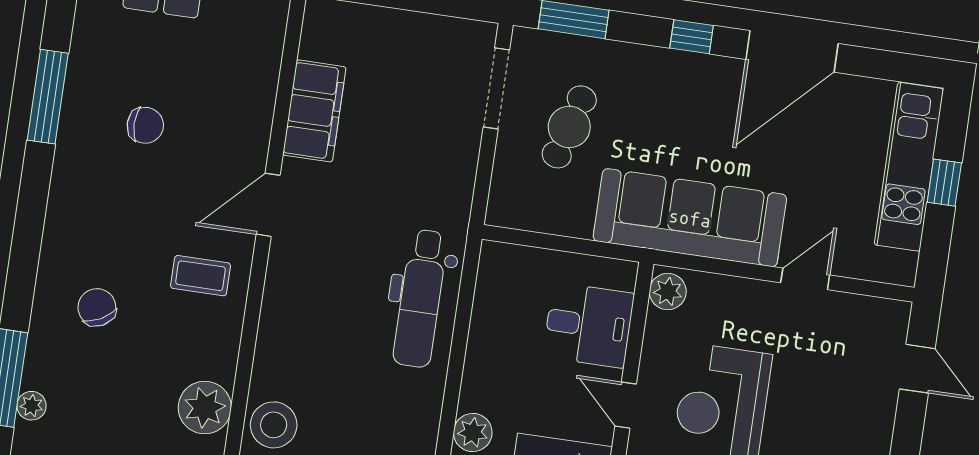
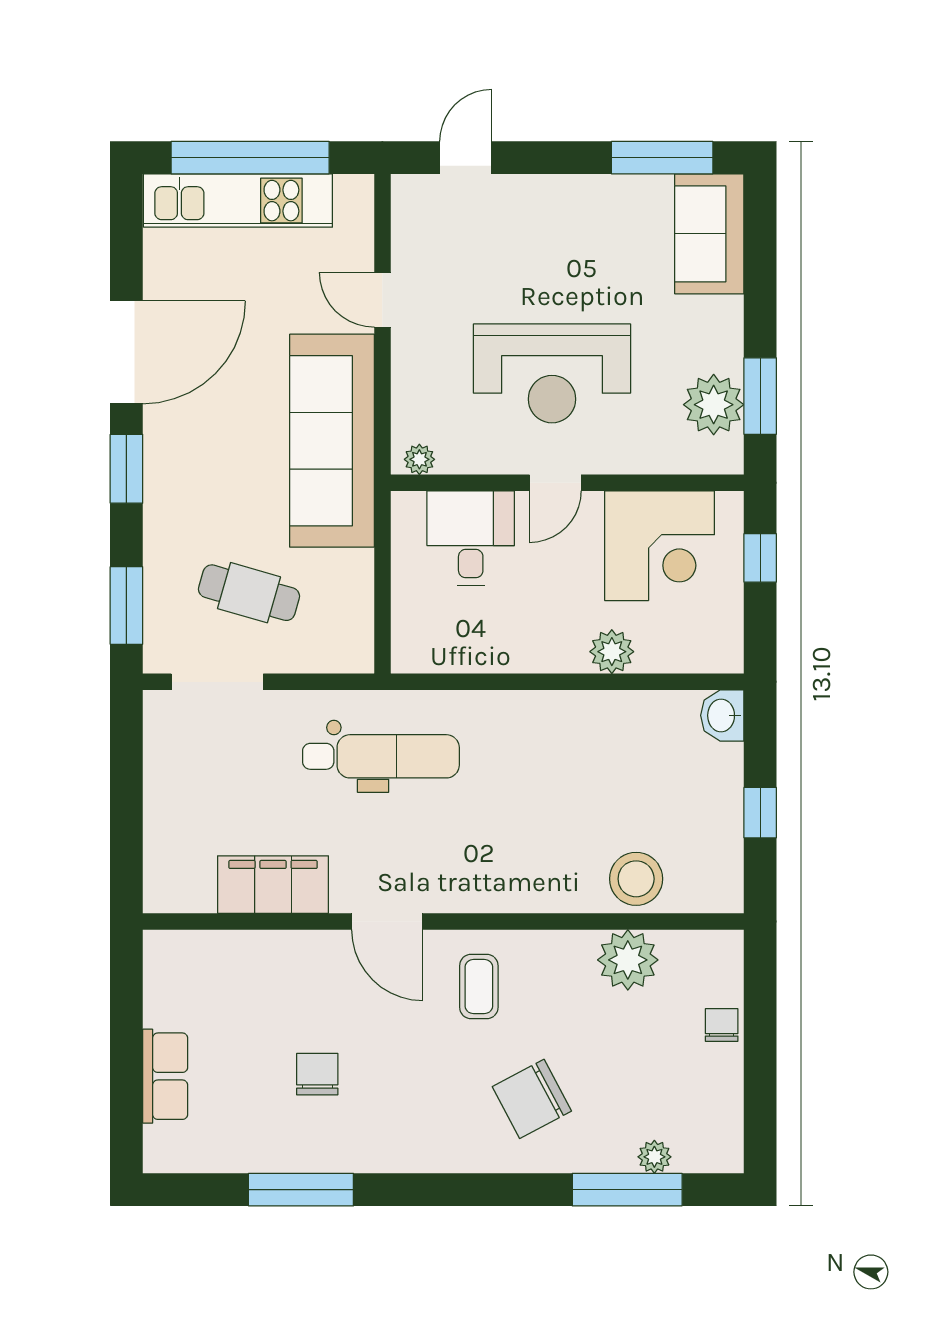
window: (692, 37) -> (126, 469), width x1.50
door: (792, 51) -> (126, 352), hinge flipped
window: (944, 183) -> (250, 158), width x3.17
plant: (668, 292) -> (419, 459), width x0.73, depth x0.73
dental chair: (420, 298) -> (381, 756), moved
chair: (97, 307) -> (532, 1099), width x1.37, depth x1.37

